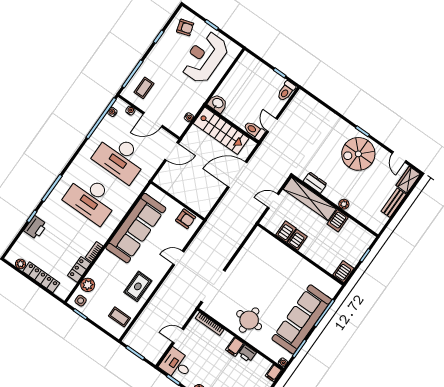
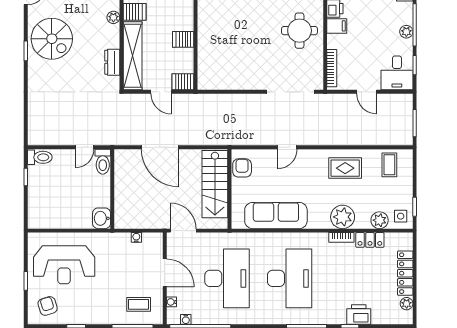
stairs: (221, 131) -> (215, 184), moved, turned 180
sofa: (136, 228) -> (276, 216), width x0.74, depth x0.79
server rack: (286, 232) -> (183, 82), moved
door: (178, 258) -> (287, 147), hinge flipped
plant: (107, 262) -> (343, 217), added

